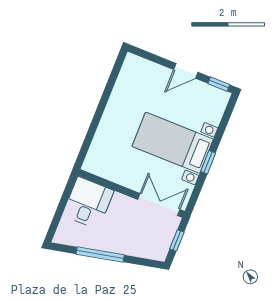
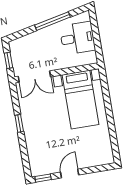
bed with nightstands: (173, 143) -> (80, 100), moved, turned 90
desk: (88, 203) -> (77, 38), moved, turned -90

